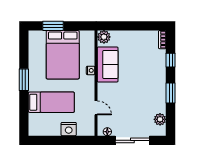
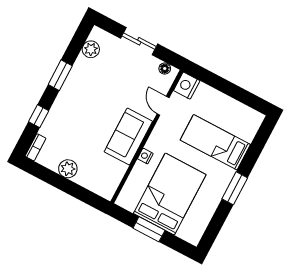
window: (53, 26) -> (149, 229), moved
plant: (104, 37) -> (68, 169), moved
sofa: (108, 64) -> (128, 137), moved
nightstand: (69, 129) -> (187, 86), moved, turned -90
sliding door: (132, 140) -> (139, 41), width x0.73

